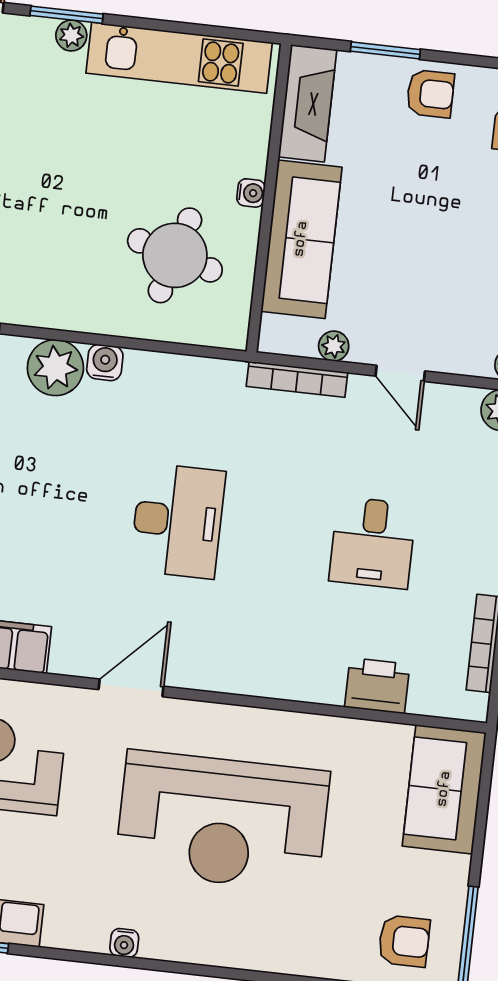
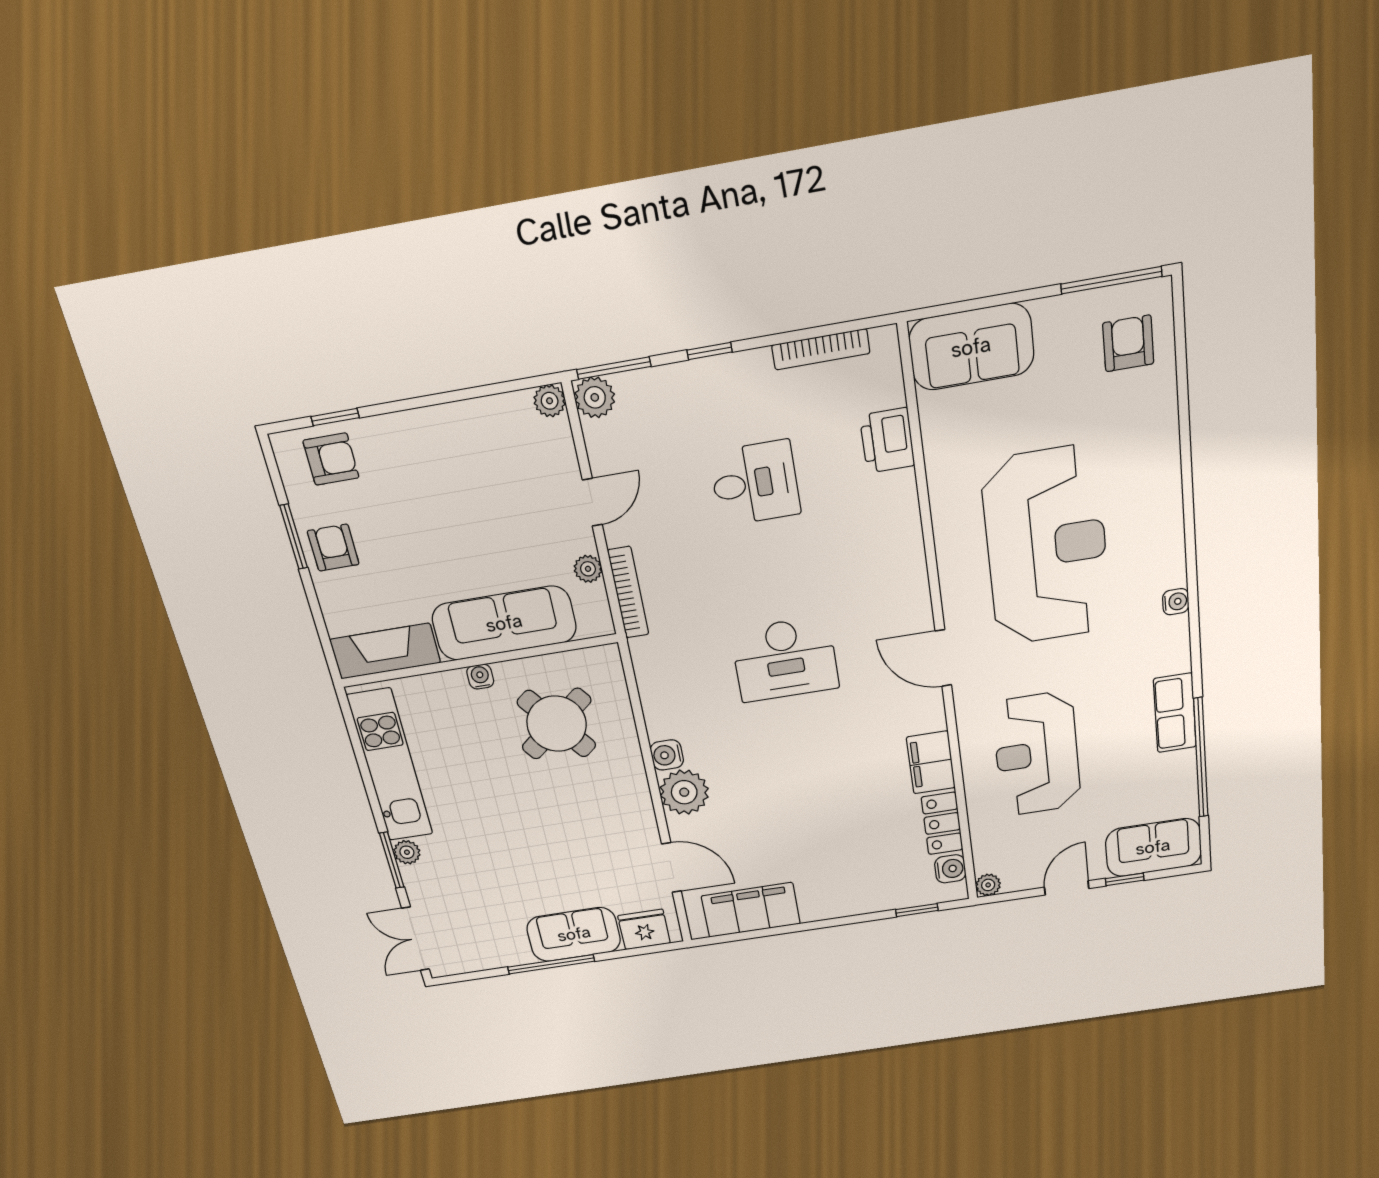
window: (385, 50) -> (294, 537), moved
round table: (175, 255) -> (557, 724), turned 36
desk: (178, 521) -> (785, 659), turned 180

